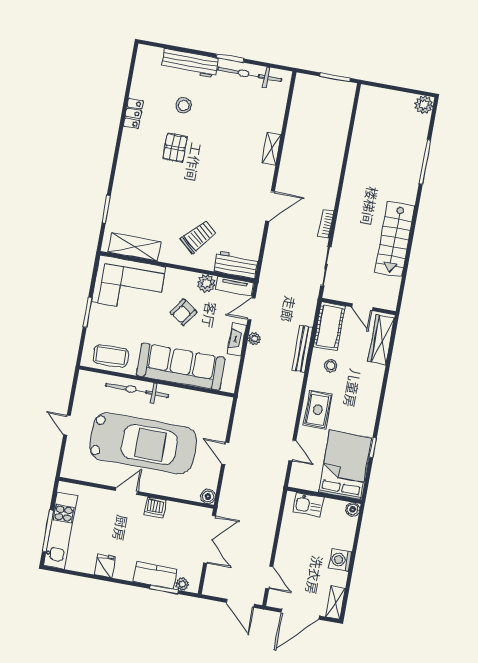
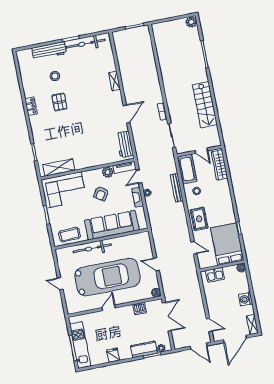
locker: (133, 113) -> (31, 106), moved
trolley: (199, 237) -> (93, 147), removed
workbench: (236, 265) -> (125, 144), moved, turned -90
dishwasher: (155, 507) -> (140, 309), moved

